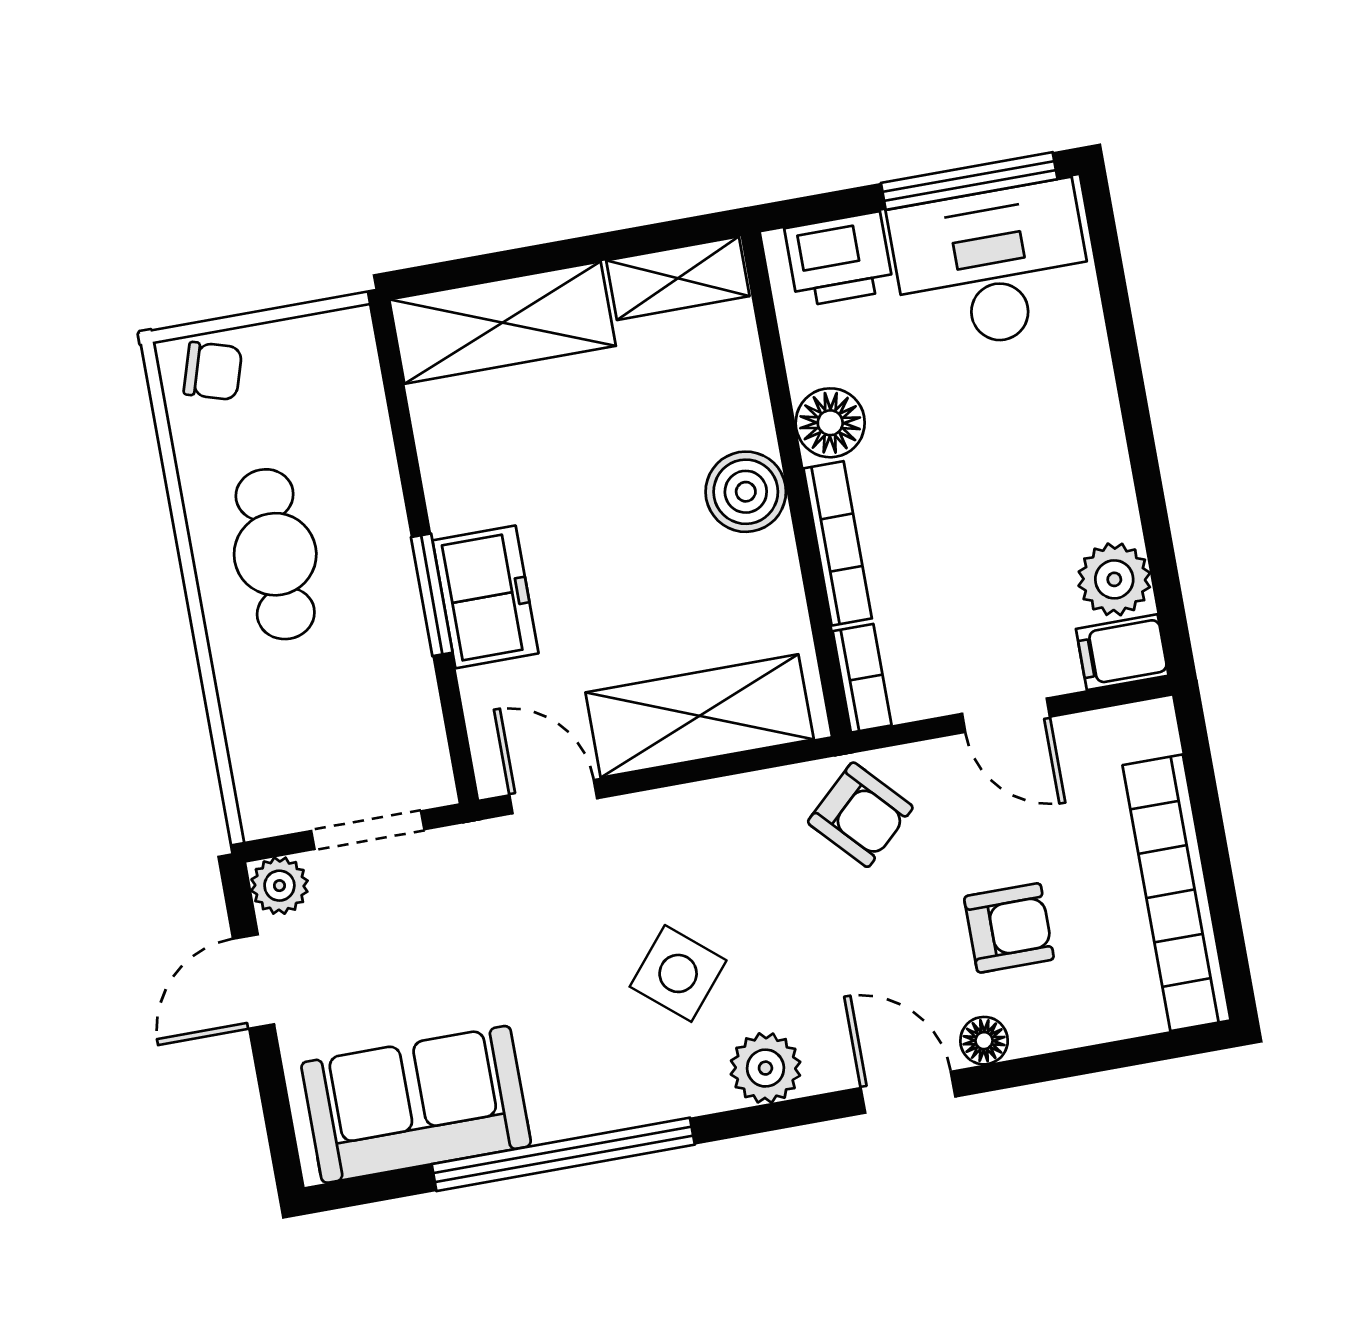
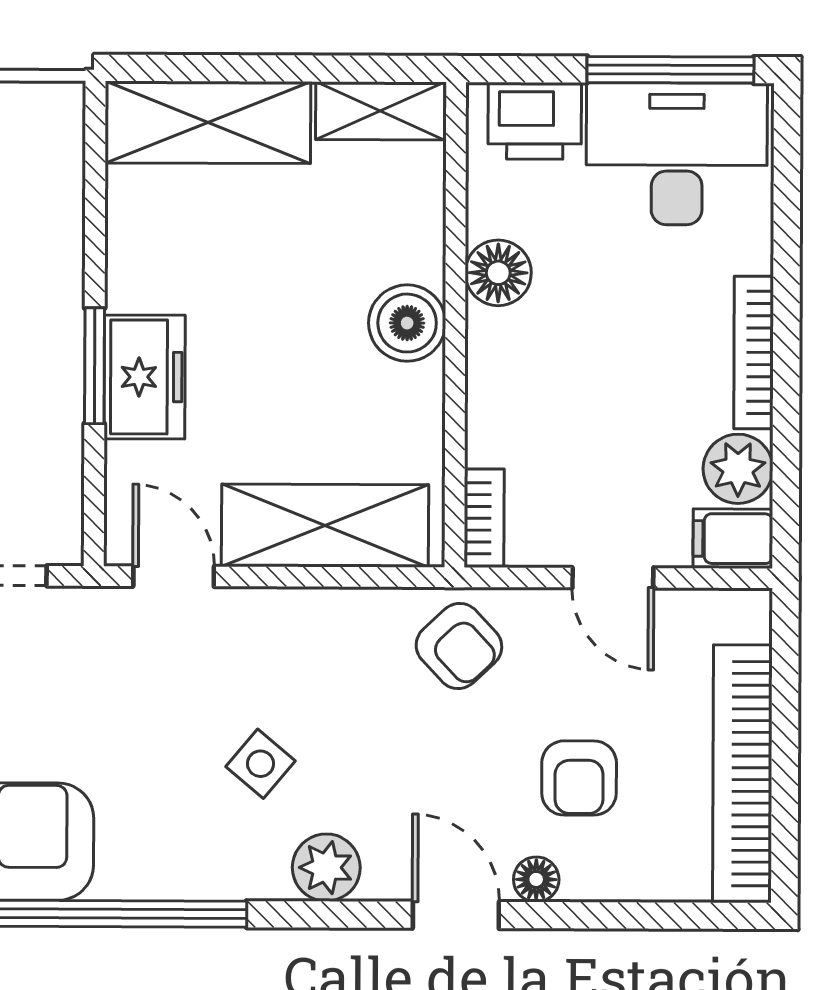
bookcase: (838, 543) -> (754, 352), moved, turned 180
armchair: (1009, 928) -> (579, 778), turned 90
side table: (678, 973) -> (261, 764), width x0.73, depth x0.73

